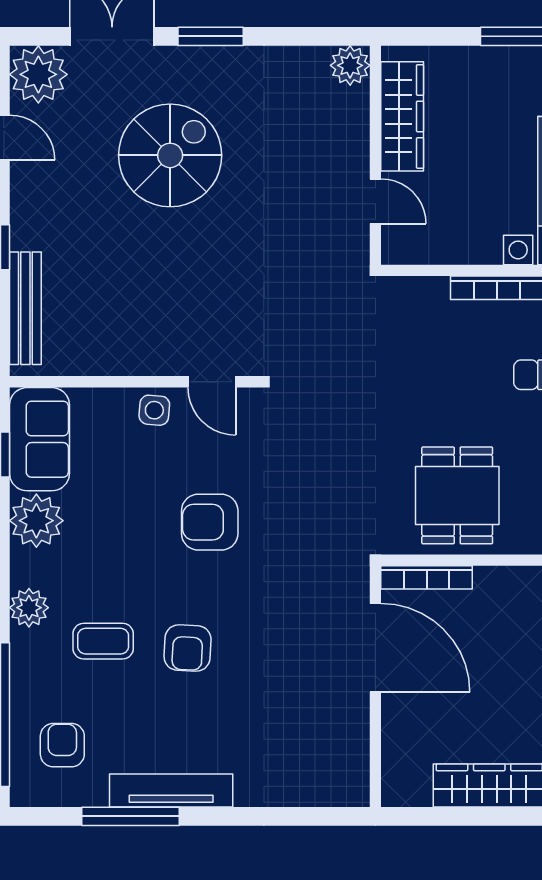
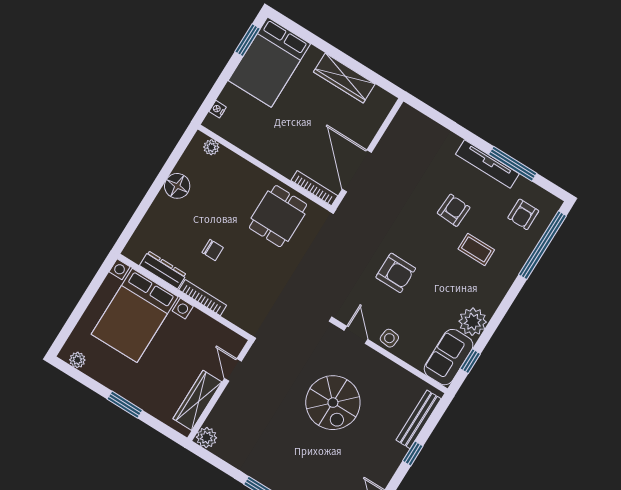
spiral stairs: (170, 155) -> (333, 403), moved, turned -90
plant: (29, 608) -> (500, 285), removed
armchair: (188, 648) -> (454, 210), moved

